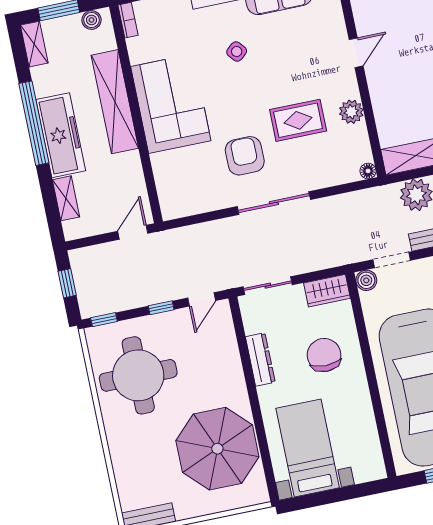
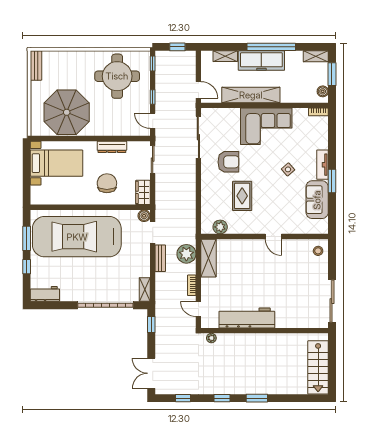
shelving: (115, 102) -> (251, 95), moved
plant: (351, 112) -> (220, 227), moved
floor lamp: (368, 171) -> (205, 229), removed
sliding door: (274, 203) -> (198, 137), moved
chair: (324, 355) -> (107, 183), turned -90

